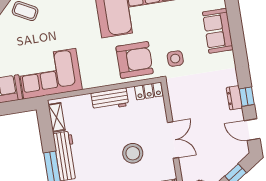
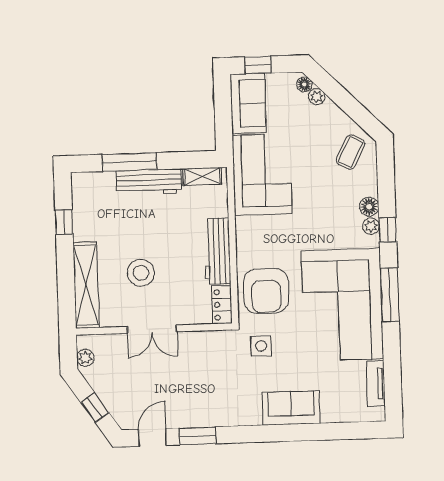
window: (247, 97) -> (198, 436), width x1.50
dresser: (234, 98) -> (198, 419), removed
workbench: (110, 99) -> (217, 251), width x1.38

